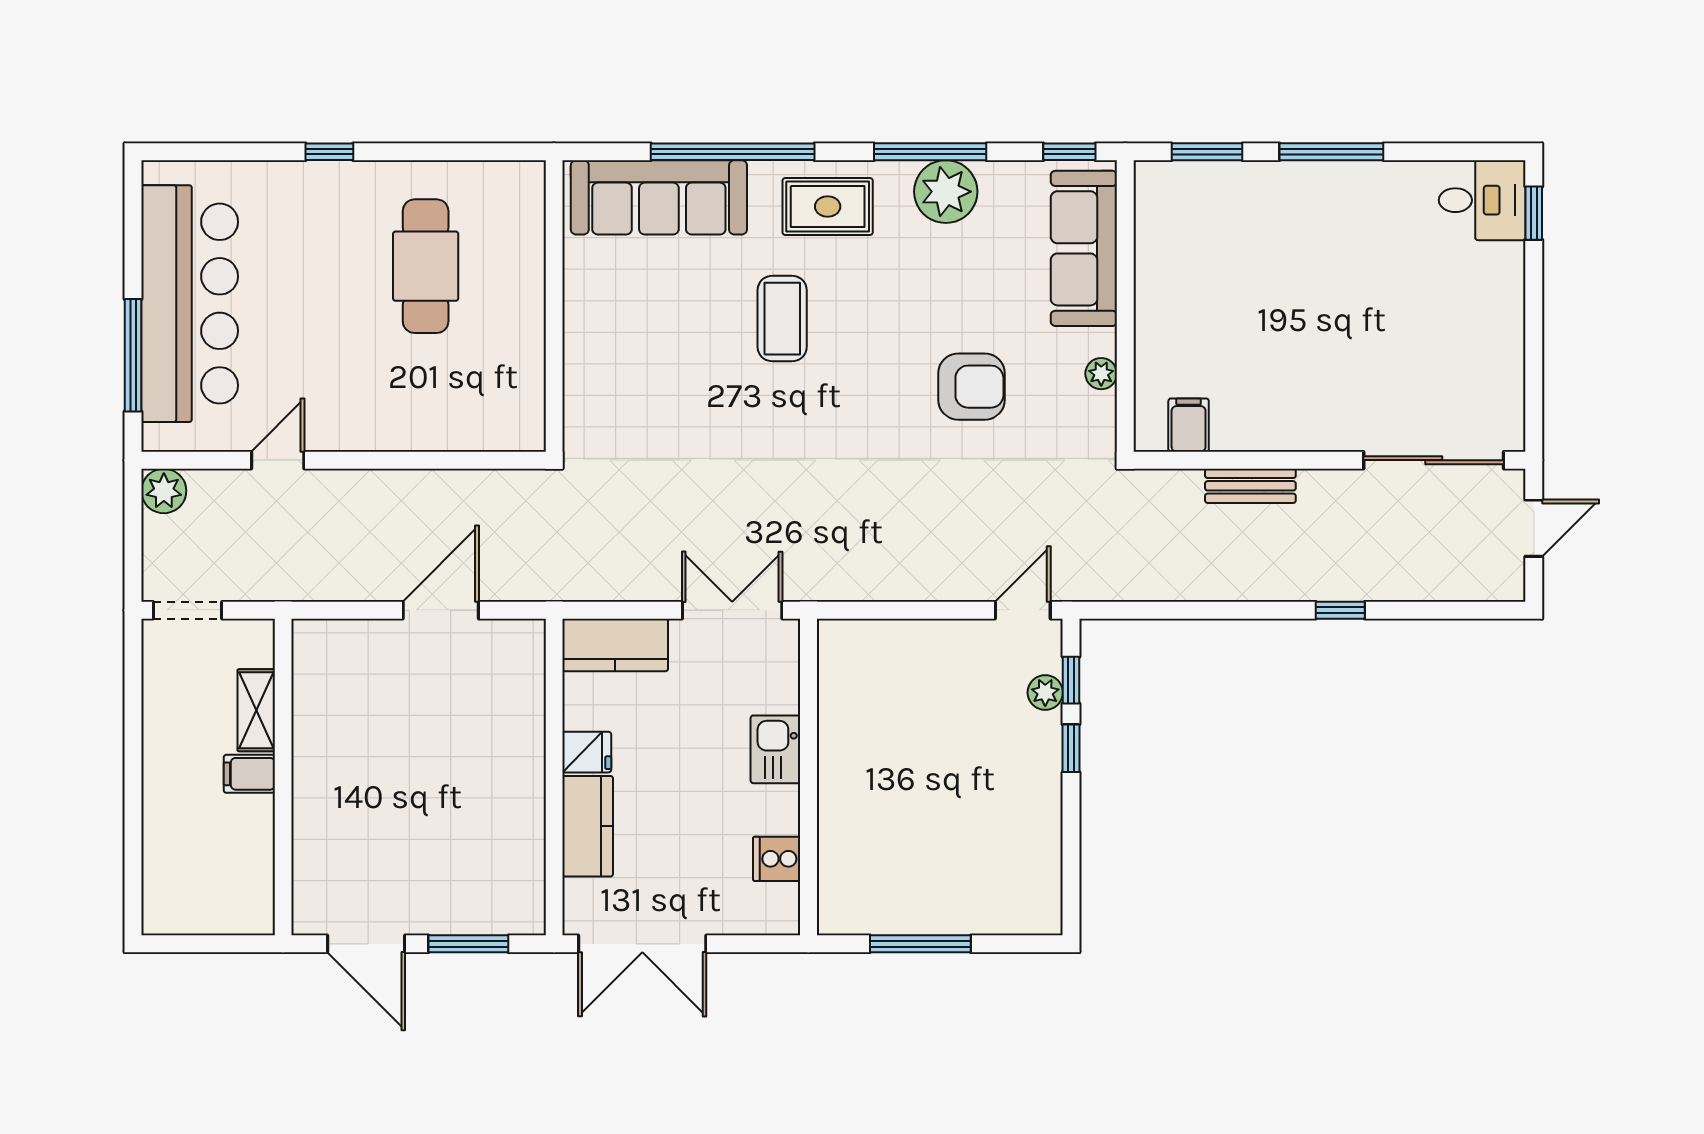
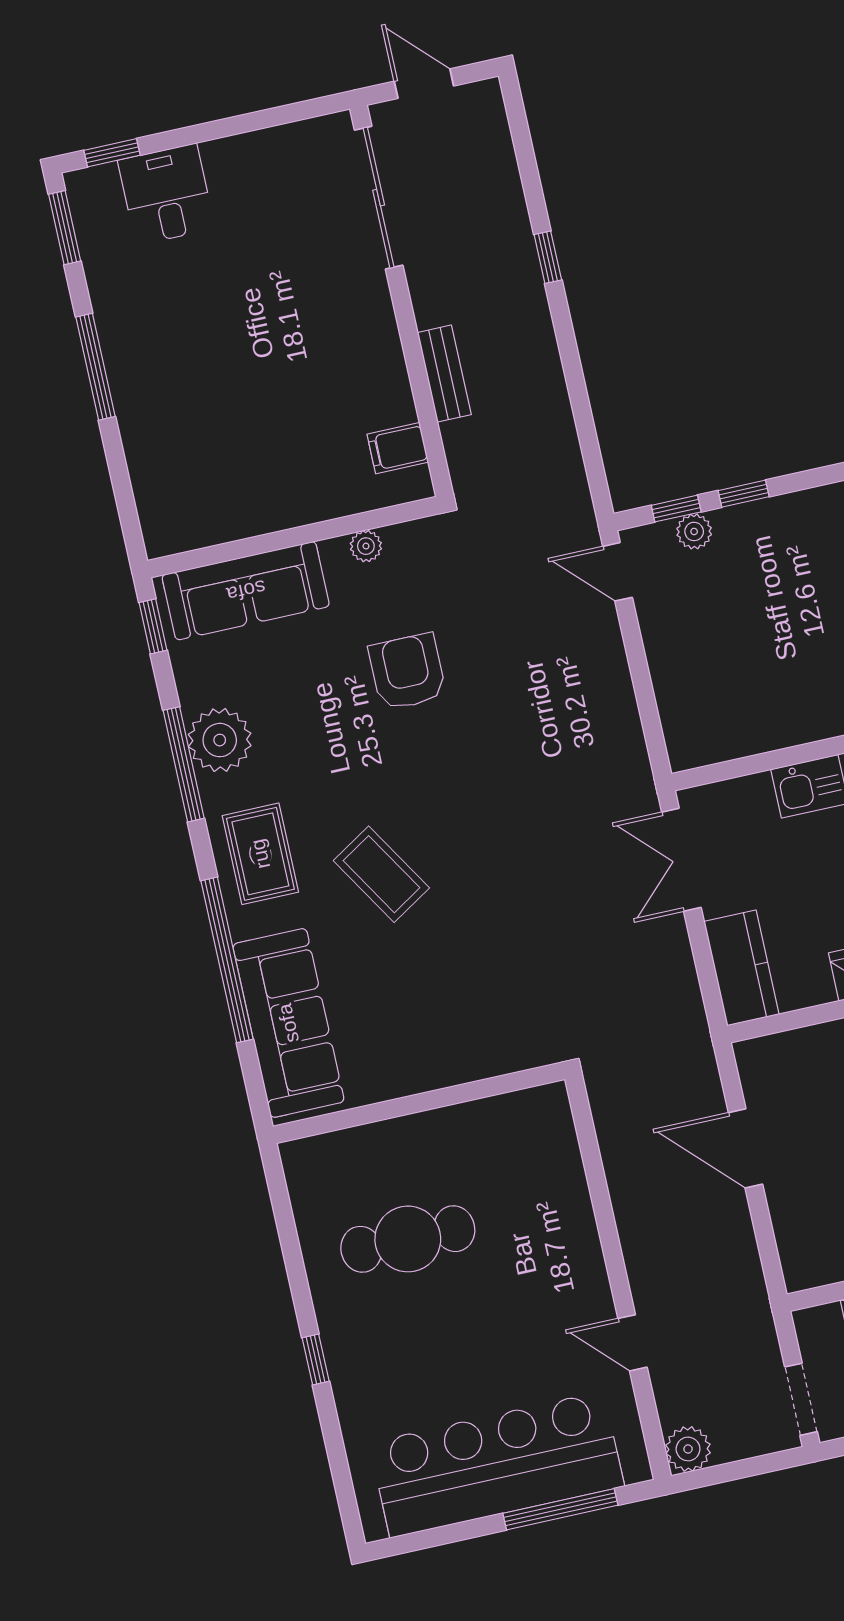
window: (1207, 152) -> (65, 228), moved
desk: (1482, 200) -> (166, 194), moved
coffee table: (782, 319) -> (381, 874), turned 58

